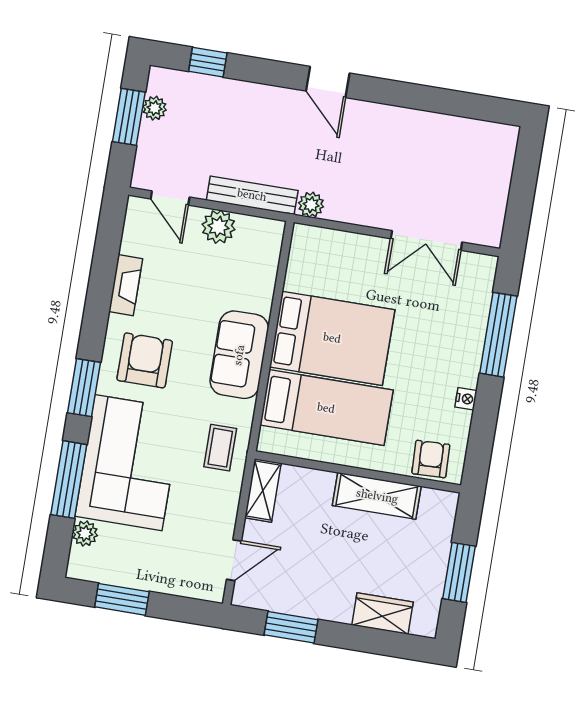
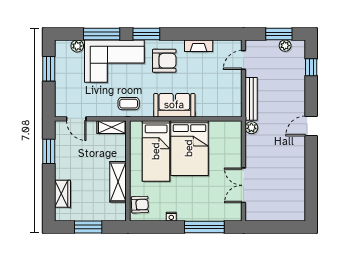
plant: (219, 227) -> (234, 85), removed

